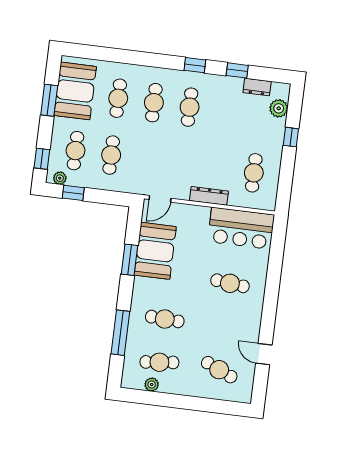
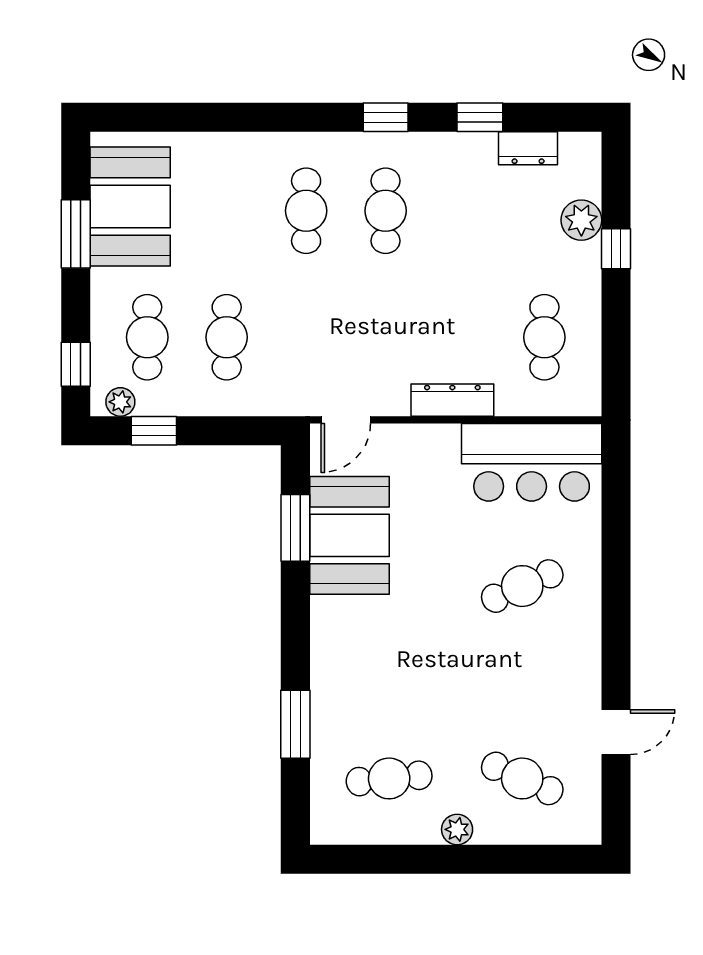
cafe table: (118, 98) -> (227, 211), removed
plant: (279, 108) -> (581, 220), moved
window: (129, 260) -> (295, 528), moved
cafe table: (230, 283) -> (522, 586), turned -30
cafe table: (165, 319) -> (389, 682), removed
window: (120, 333) -> (295, 724), width x0.69
door: (264, 354) -> (616, 732), swing flipped
plant: (152, 385) -> (457, 829), moved

